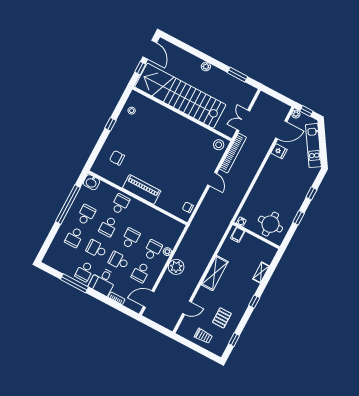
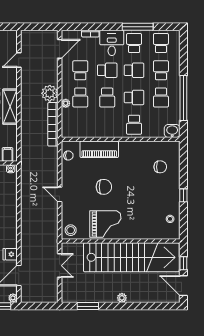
grand piano: (187, 135) -> (105, 224), added
bookcase: (233, 153) -> (53, 124), moved
chair: (172, 166) -> (104, 187), added
piano: (142, 189) -> (99, 149), moved
school desk: (108, 226) -> (134, 97), turned 90
school desk: (62, 260) -> (161, 43), added

